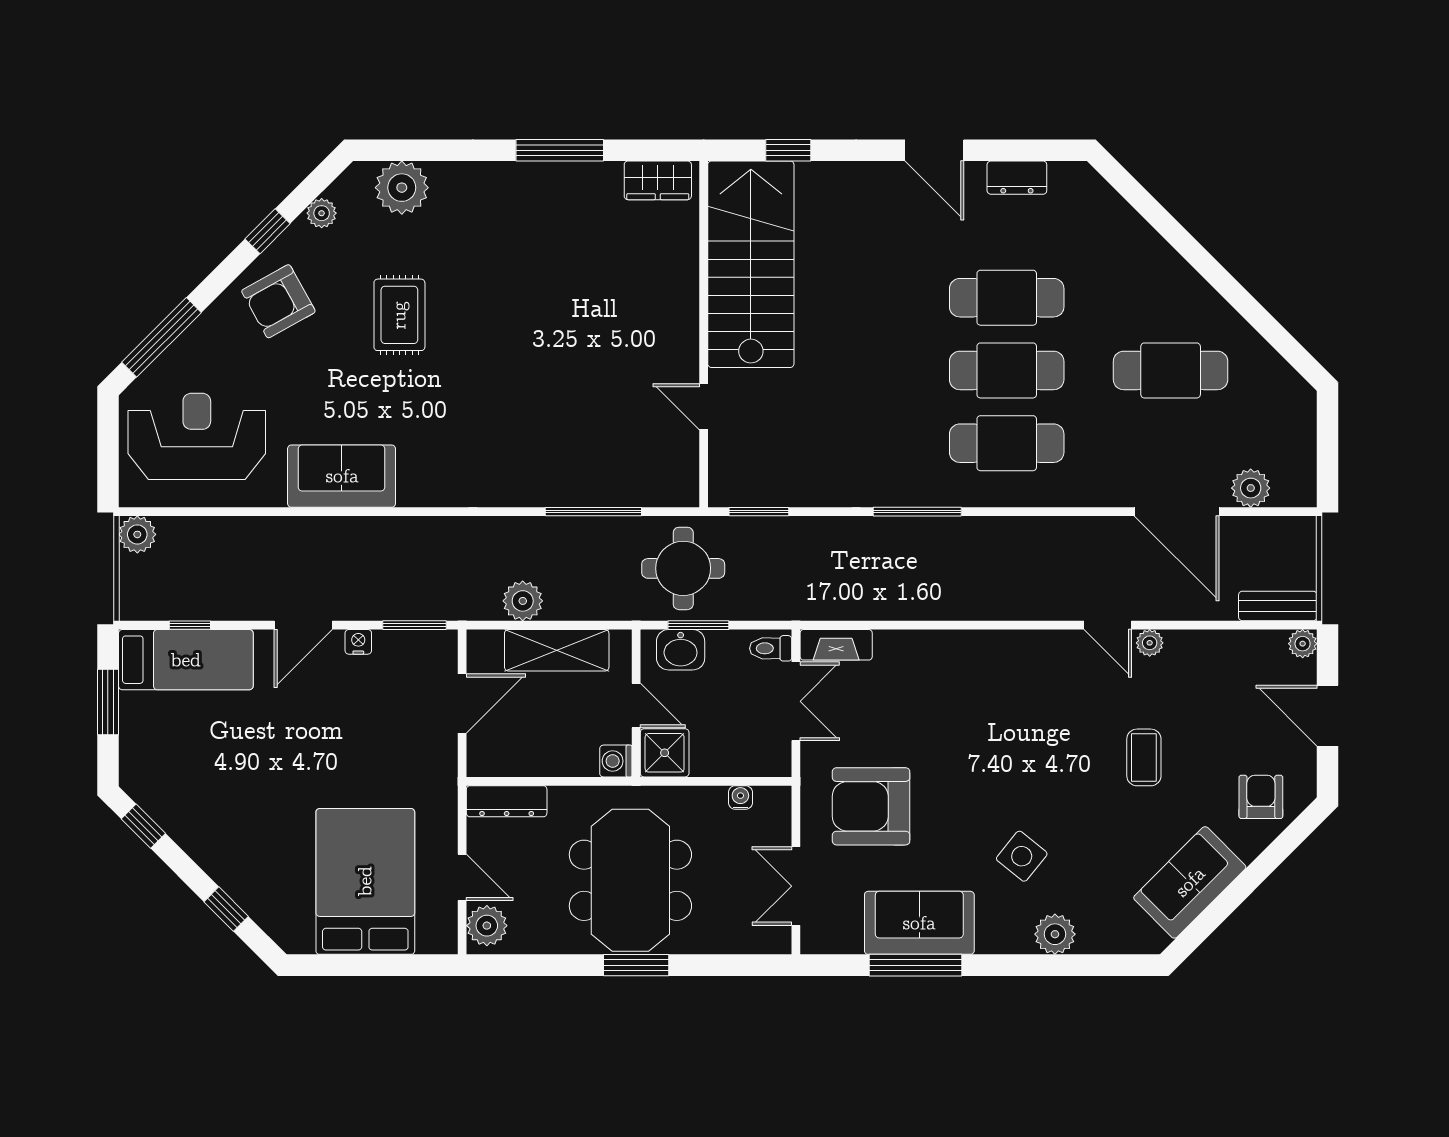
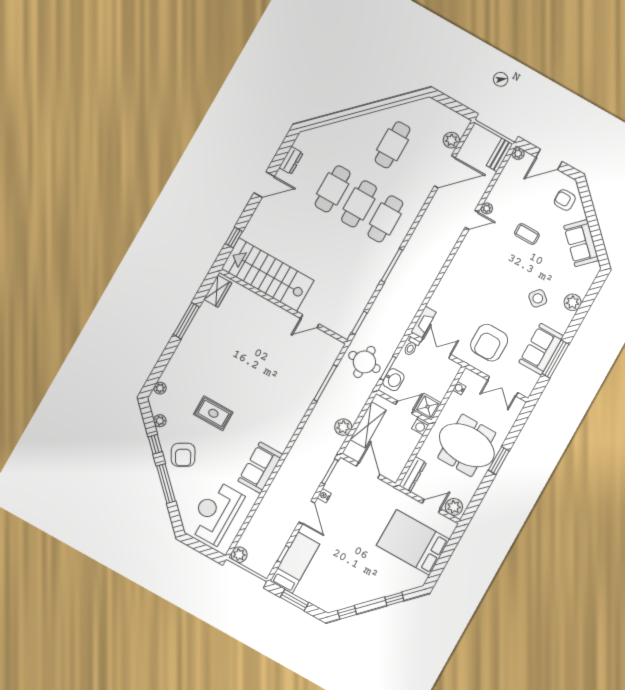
plant: (402, 188) -> (160, 388), width x0.53, depth x0.53
window: (162, 337) -> (166, 484), moved

